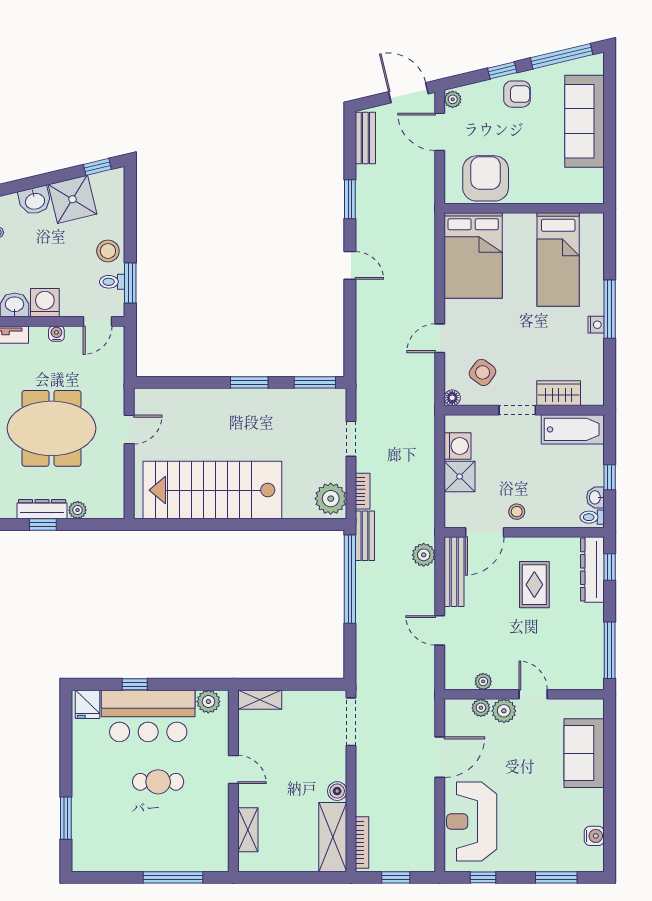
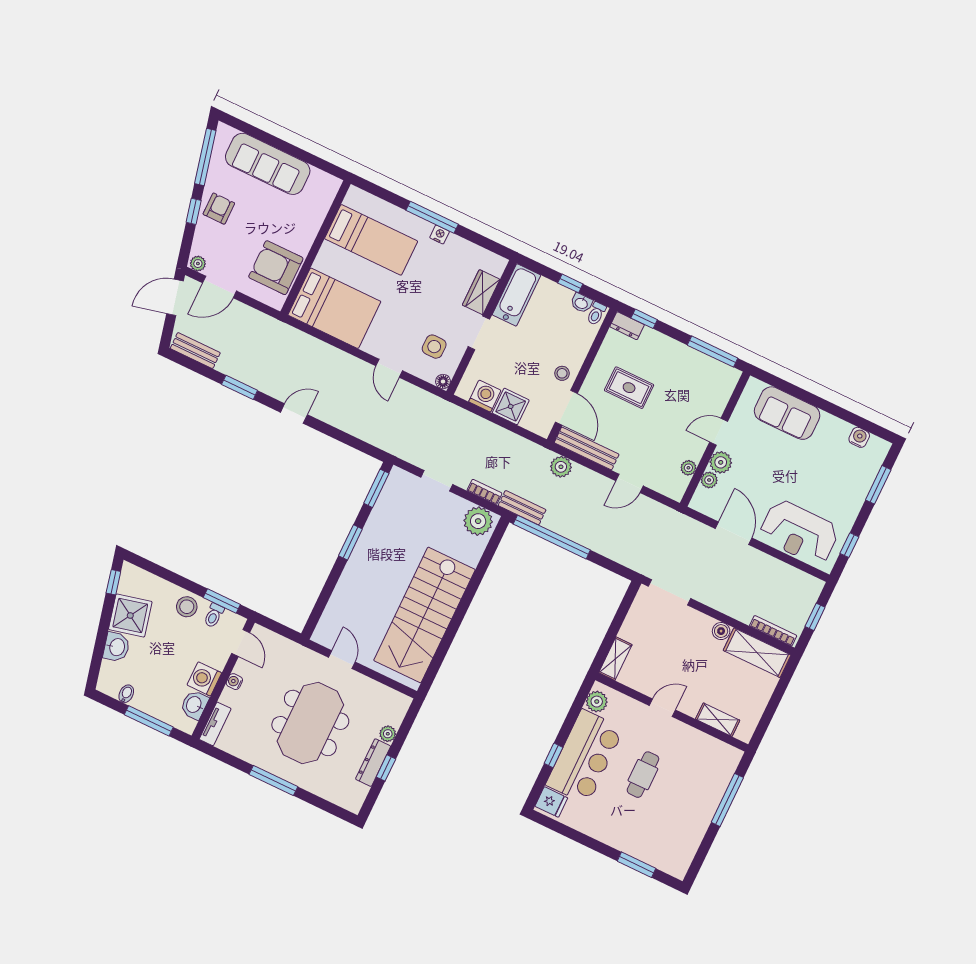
side table: (483, 372) -> (434, 347), turned -36
dresser: (592, 570) -> (627, 326), width x0.51, depth x0.80

